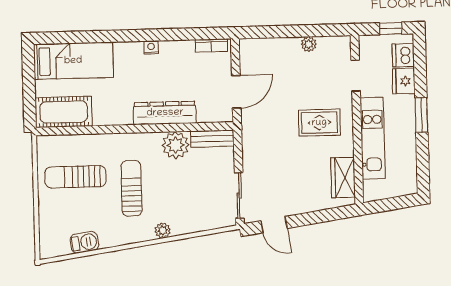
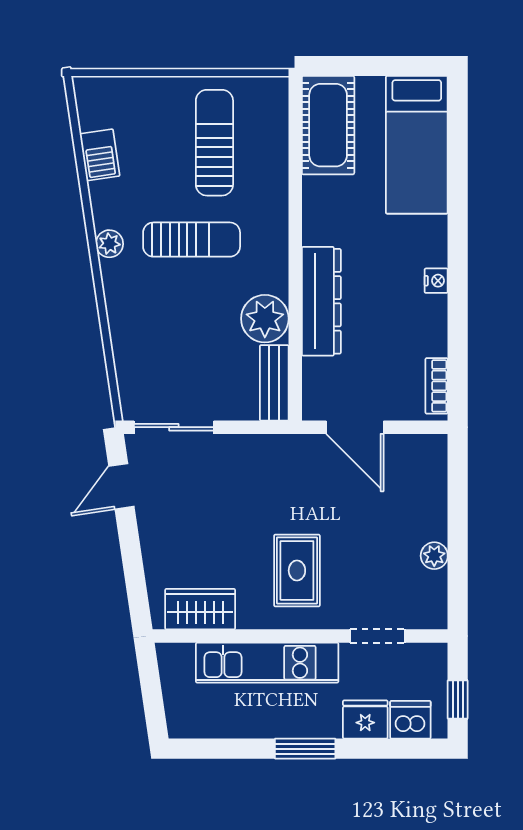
plant: (163, 230) -> (109, 244), moved

